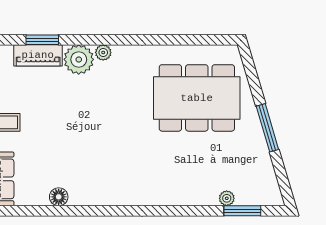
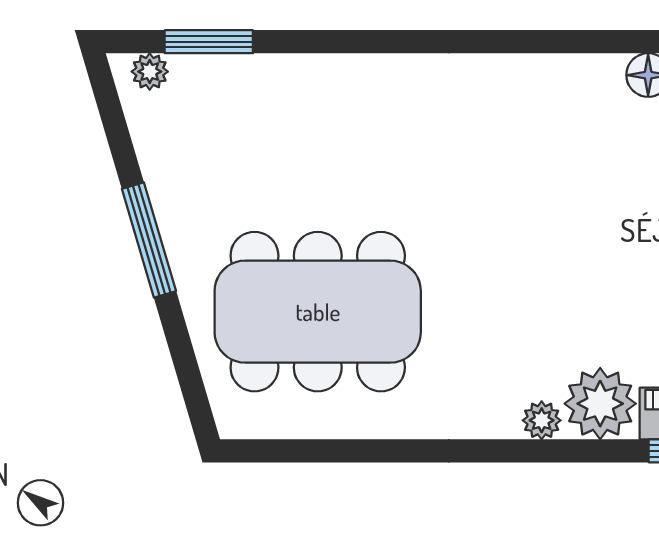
plant: (227, 198) -> (150, 72), moved

